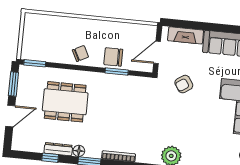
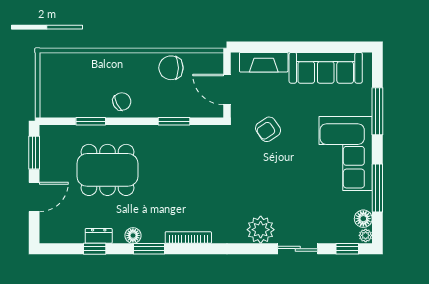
door: (157, 52) -> (227, 90), hinge flipped
chair: (113, 57) -> (171, 68), moved
window: (35, 63) -> (91, 121), moved
dresser: (58, 149) -> (99, 236), width x0.70

